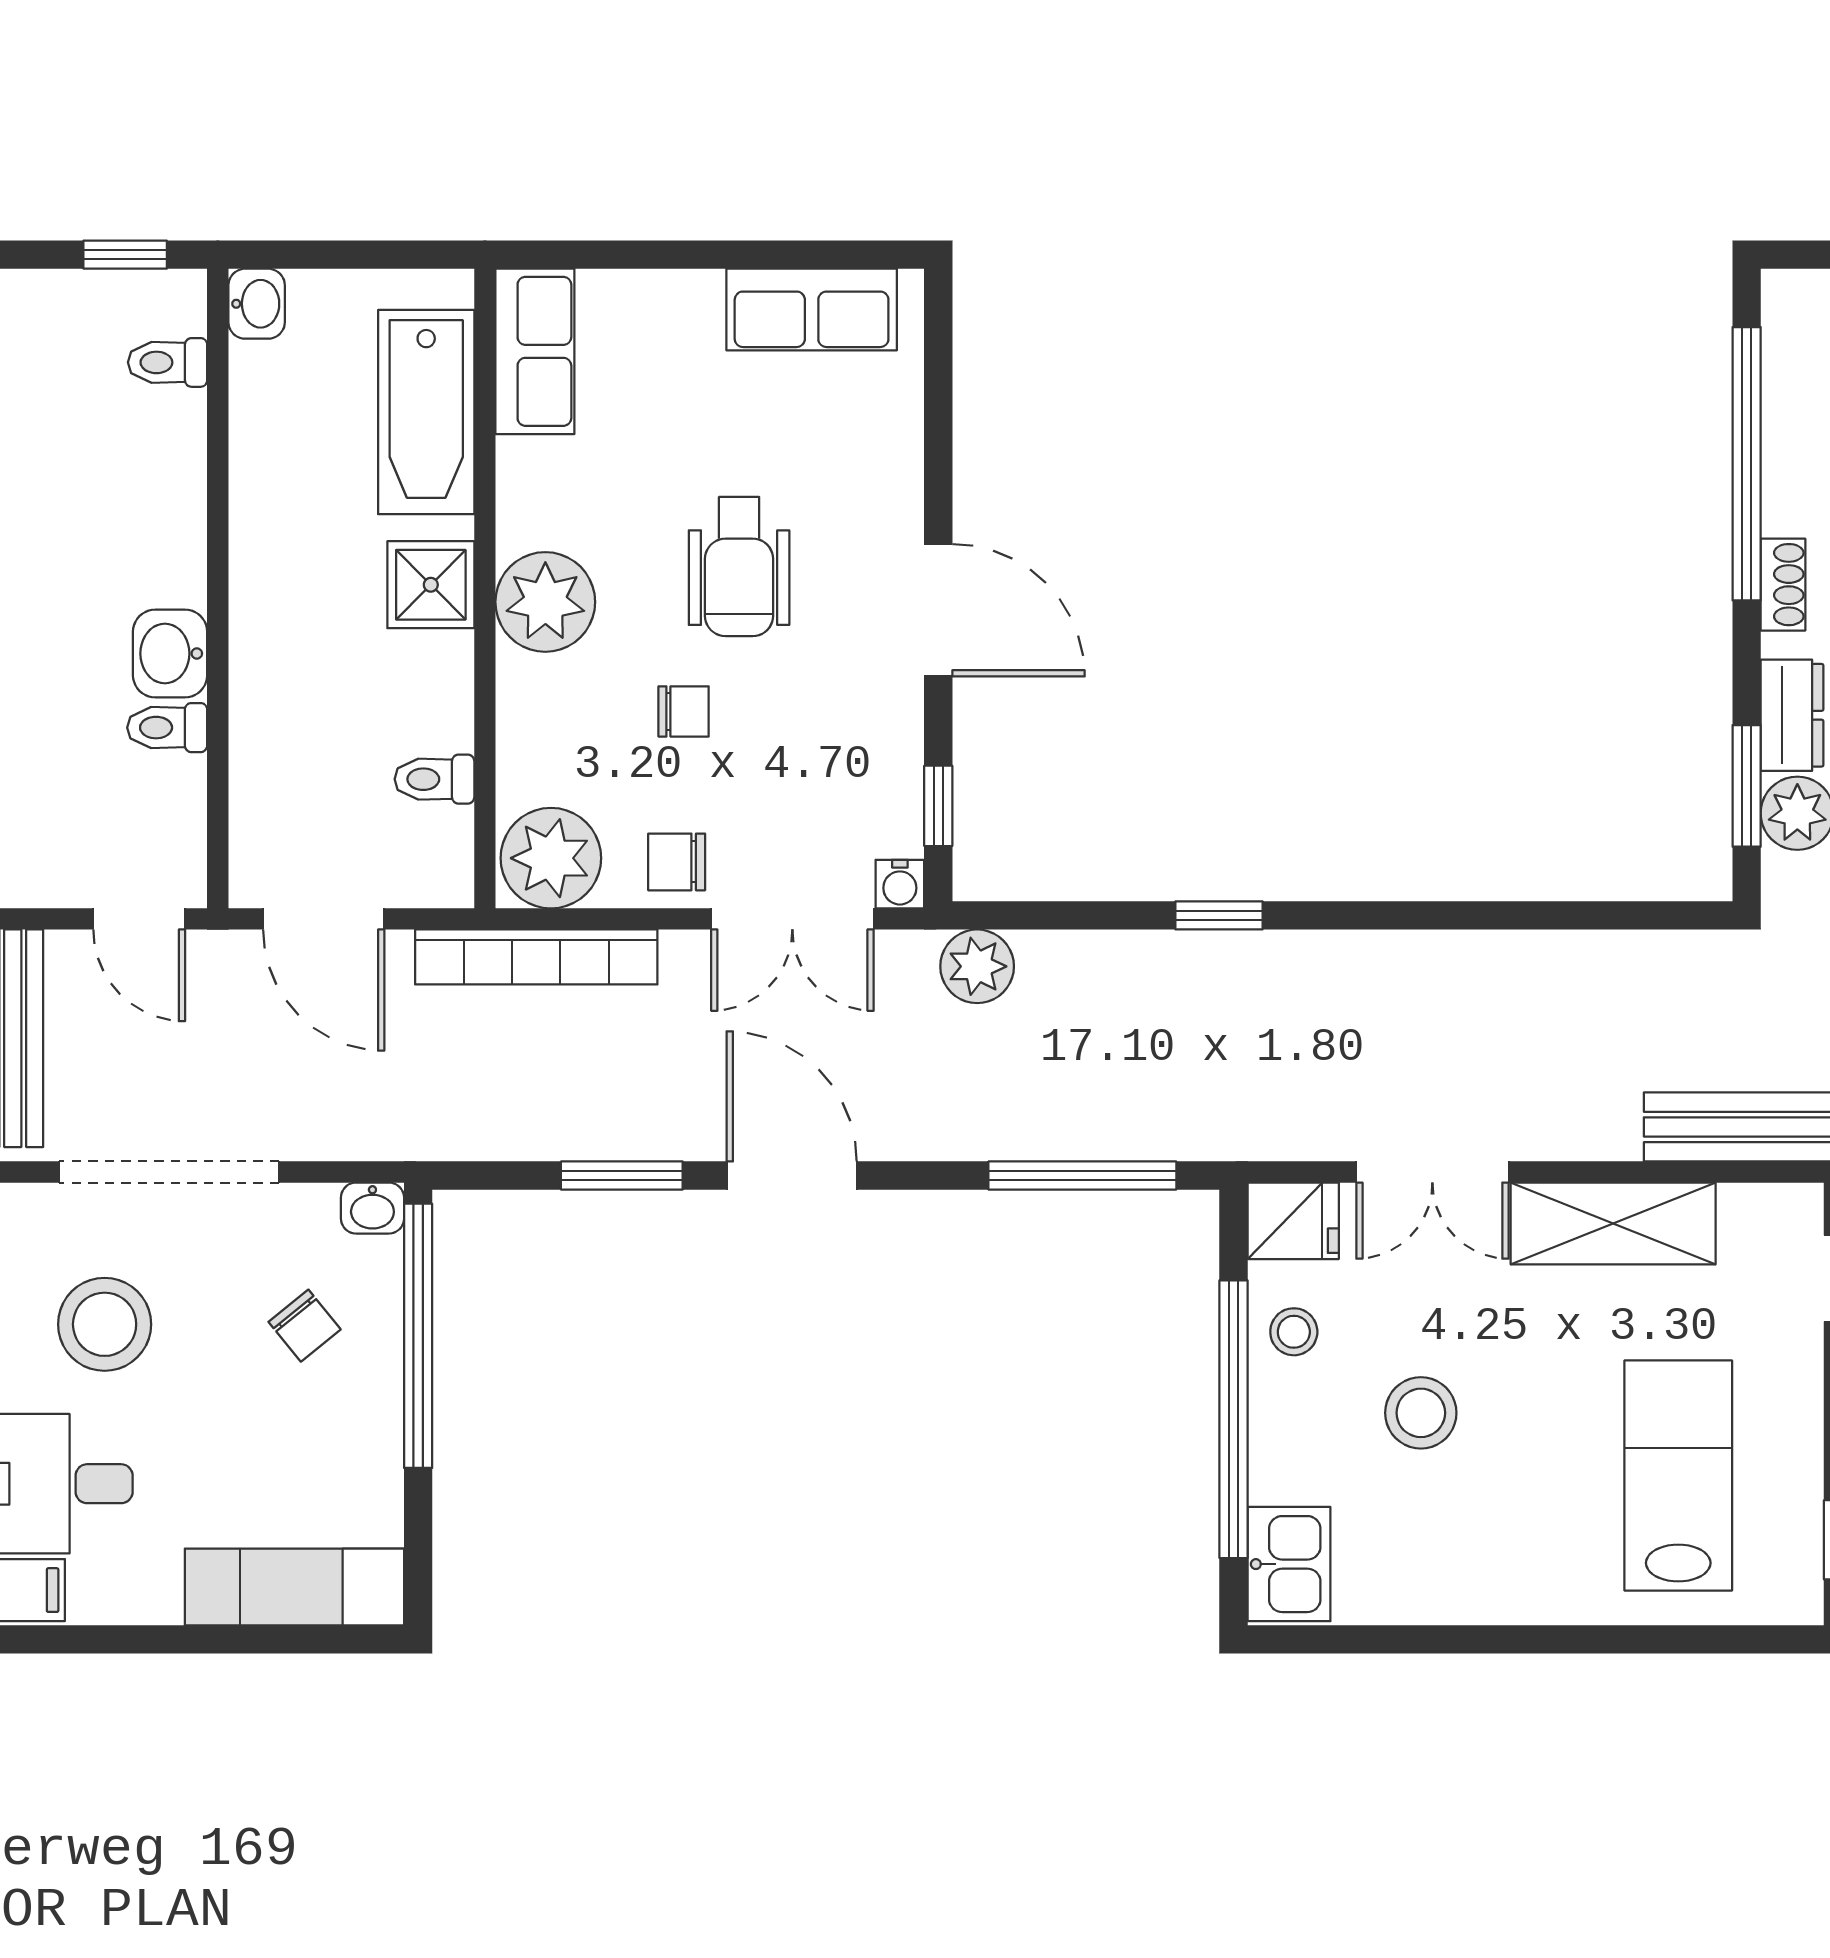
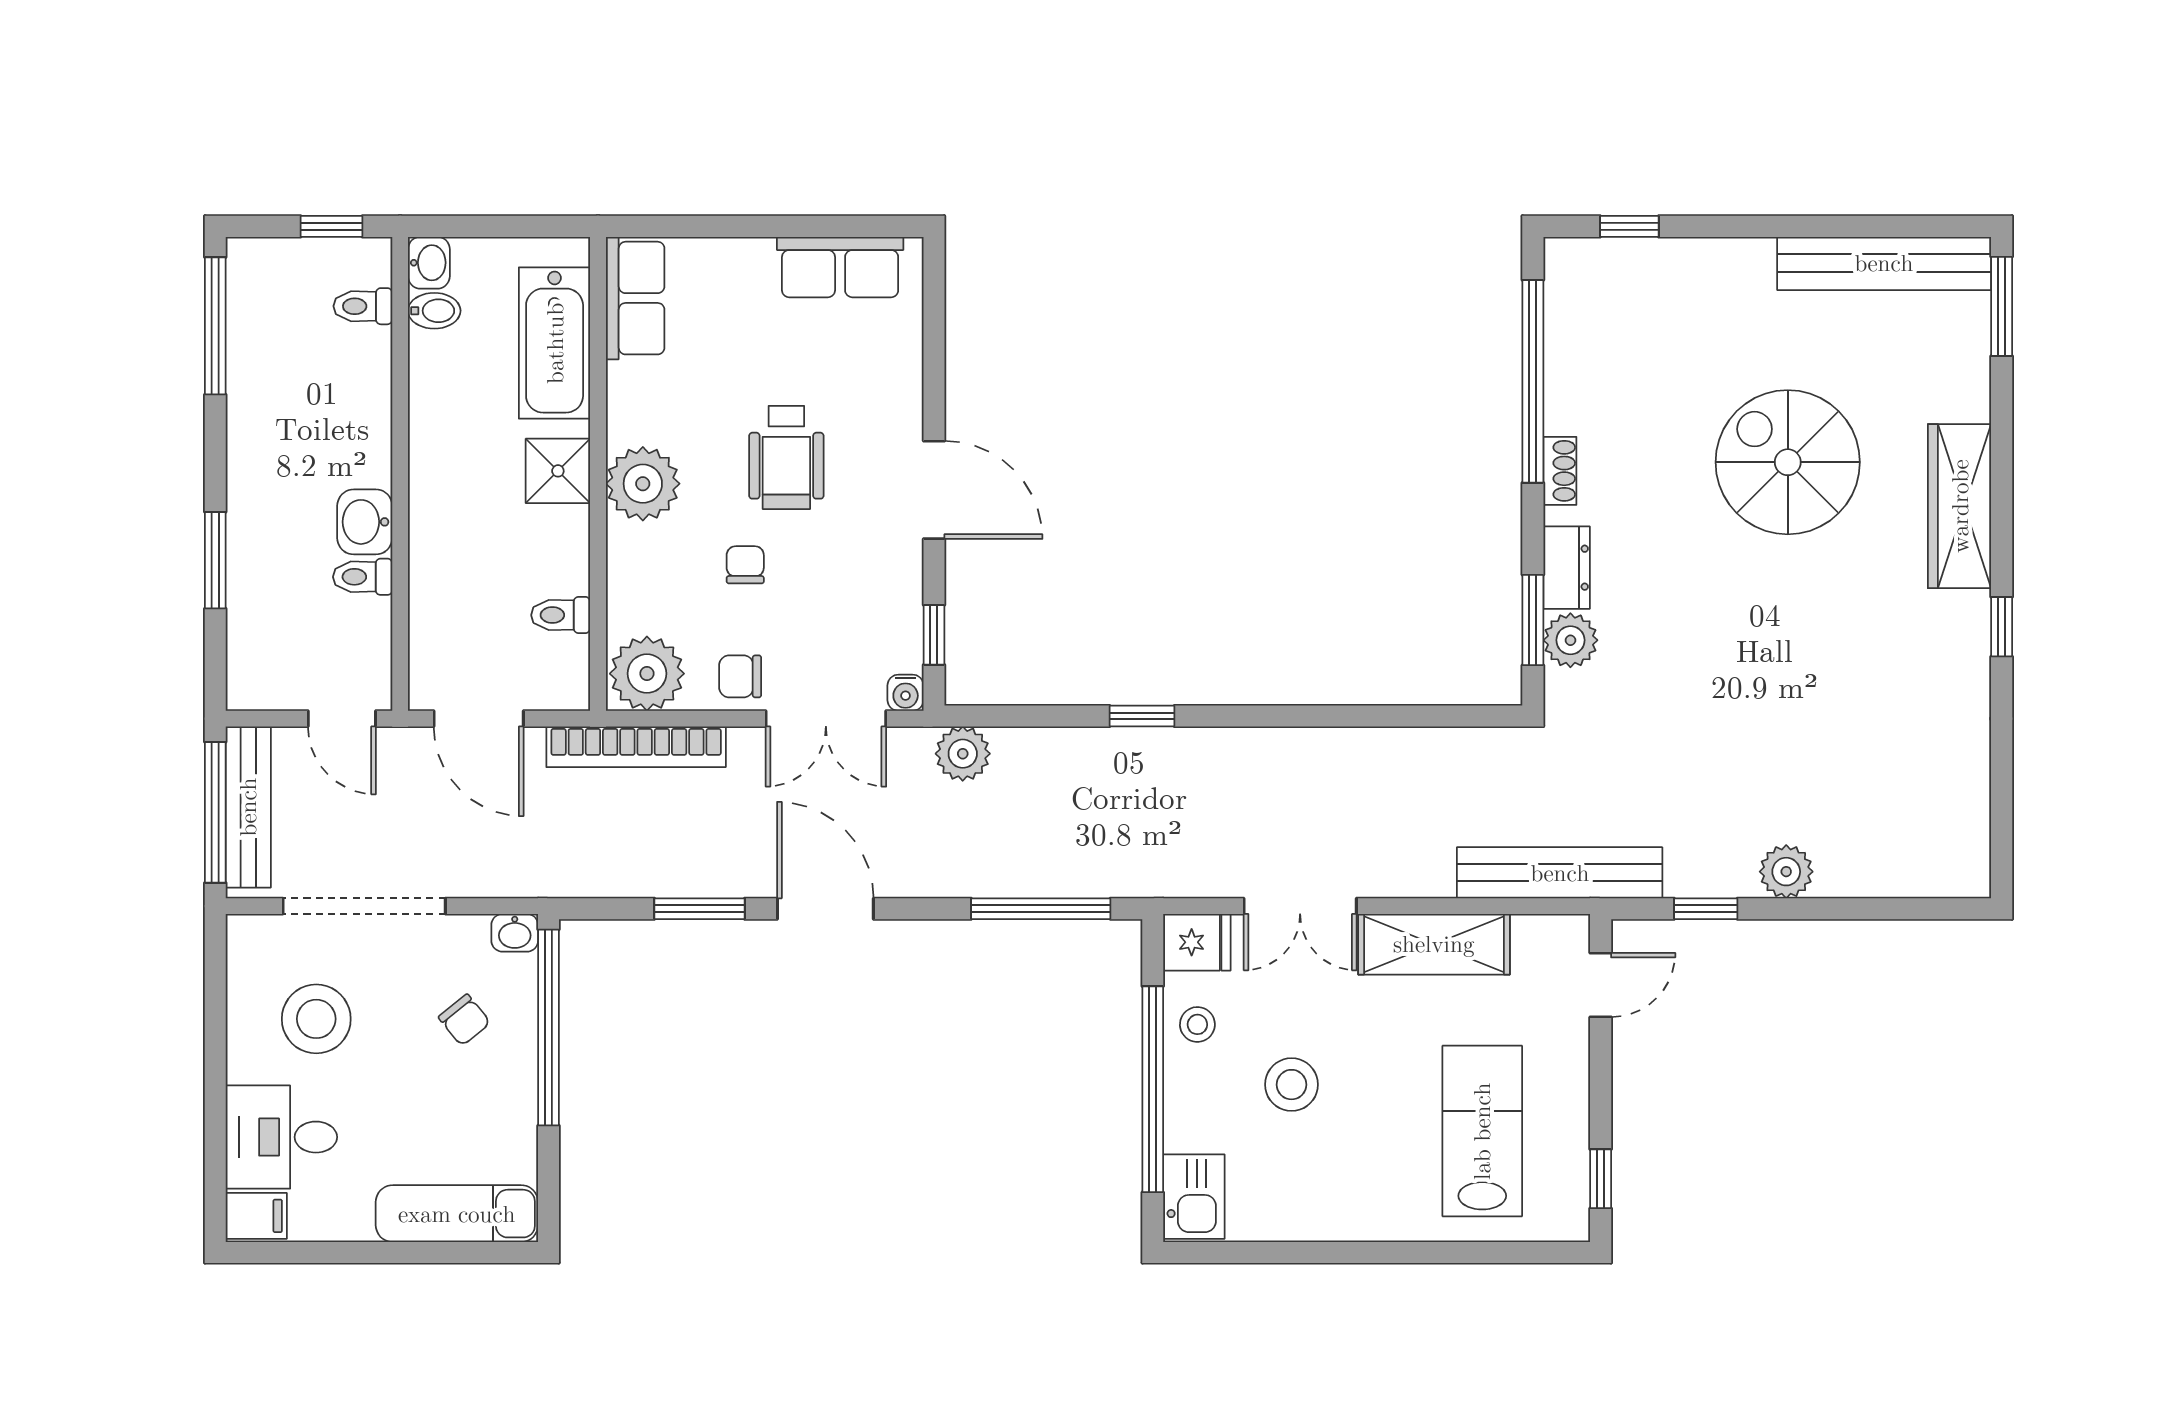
bidet: (264, 369) -> (434, 311), added
chair: (684, 711) -> (745, 565), turned -90

